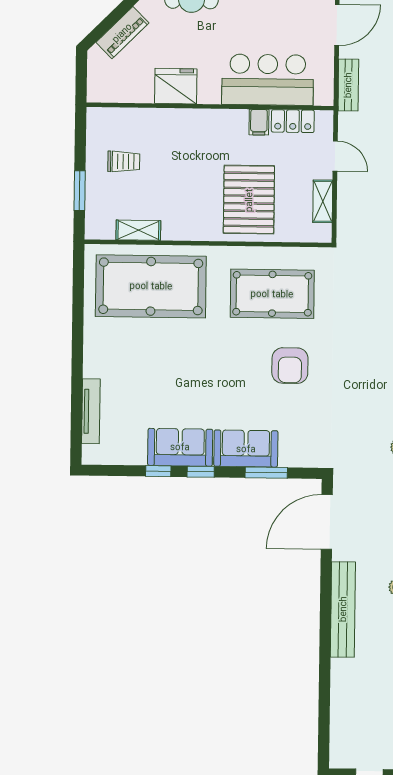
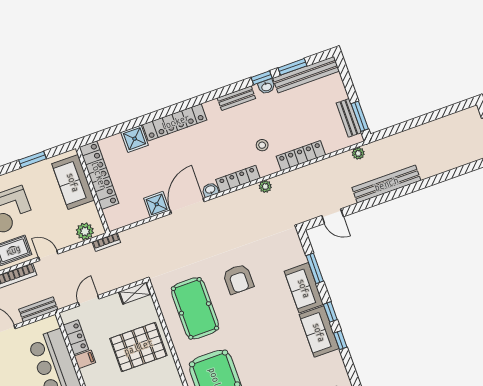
shelving: (323, 201) -> (135, 293), moved
armchair: (290, 366) -> (238, 279), turned 90
door: (327, 522) -> (333, 216), width x0.53

